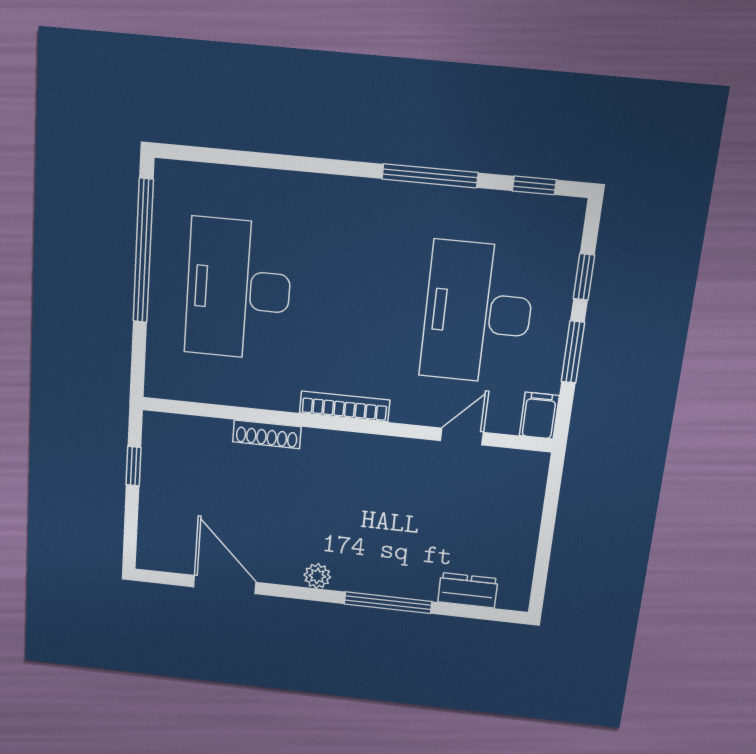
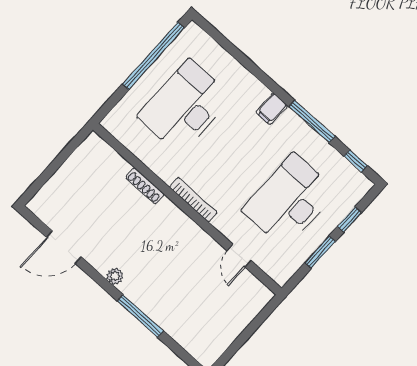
filing cabinet: (539, 416) -> (272, 109), moved, turned 180
door: (462, 437) -> (239, 256), swing flipped
window: (133, 466) -> (66, 153), removed
door: (225, 585) -> (64, 247), swing flipped
dresser: (468, 590) -> (186, 338), removed

